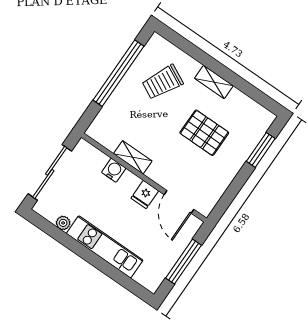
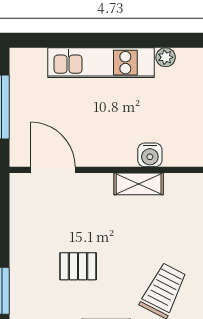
pallet: (204, 133) -> (78, 266), width x0.67, depth x0.71
fridge: (145, 194) -> (97, 152), removed

